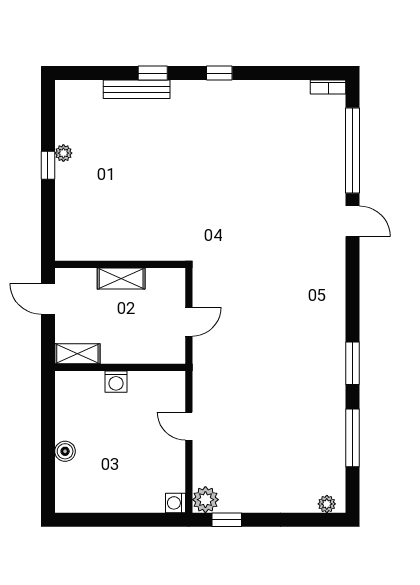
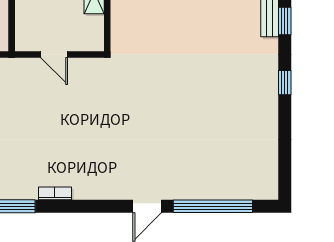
bookcase: (328, 87) -> (55, 193), moved, turned 90

